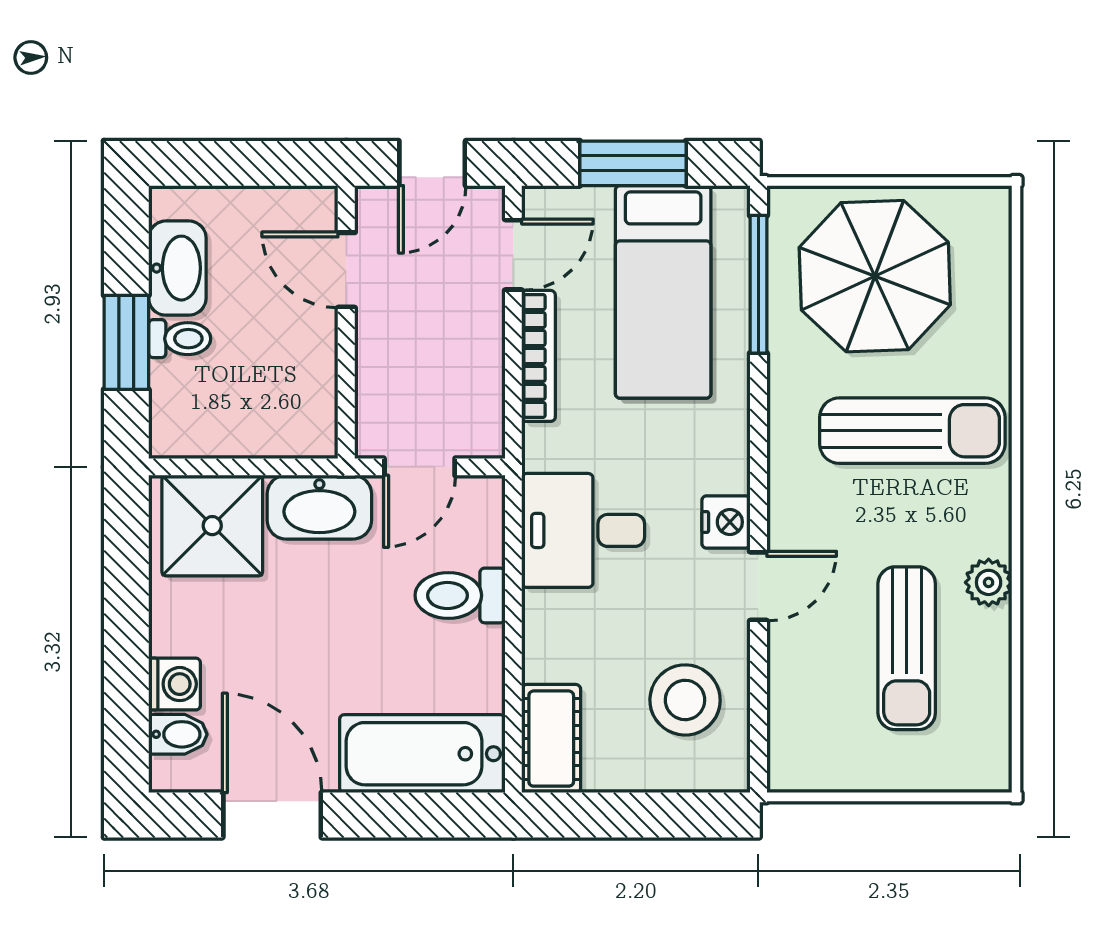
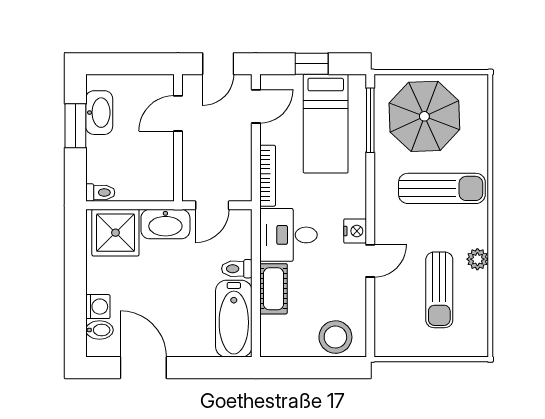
window: (633, 163) -> (312, 64), width x0.67
door: (346, 270) -> (178, 113), hinge flipped
toilet: (180, 339) -> (100, 193), moved
window: (126, 342) -> (75, 126), moved
bookcase: (539, 356) -> (268, 176), moved
toilet: (460, 595) -> (237, 269), width x0.73, depth x0.72
stool: (685, 700) -> (335, 337), moved
cot: (551, 739) -> (274, 289), moved
bathtub: (422, 754) -> (234, 319), moved, turned -90

